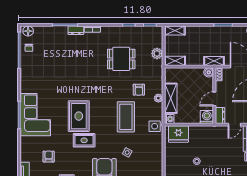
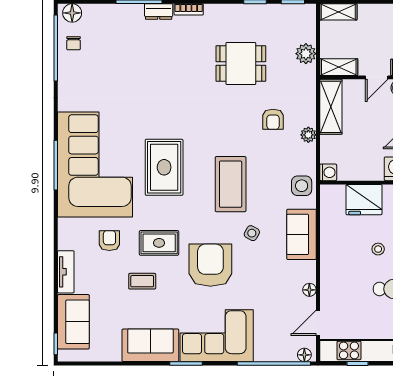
door: (196, 67) -> (377, 77), added
shelving: (171, 98) -> (331, 107), moved
corner sofa: (35, 115) -> (95, 164), width x1.36, depth x1.36
coffee table: (126, 117) -> (231, 184), moved
fridge: (178, 134) -> (364, 200), moved
rug: (84, 140) -> (159, 243), moved
sofa: (155, 153) -> (301, 234), added

